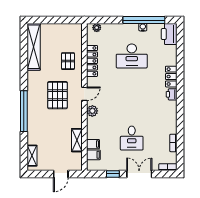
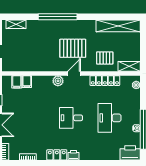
locker: (171, 77) -> (57, 155), moved
door: (84, 94) -> (74, 73), swing flipped
desk: (132, 138) -> (71, 118), moved
shelving: (77, 140) -> (129, 66), moved

